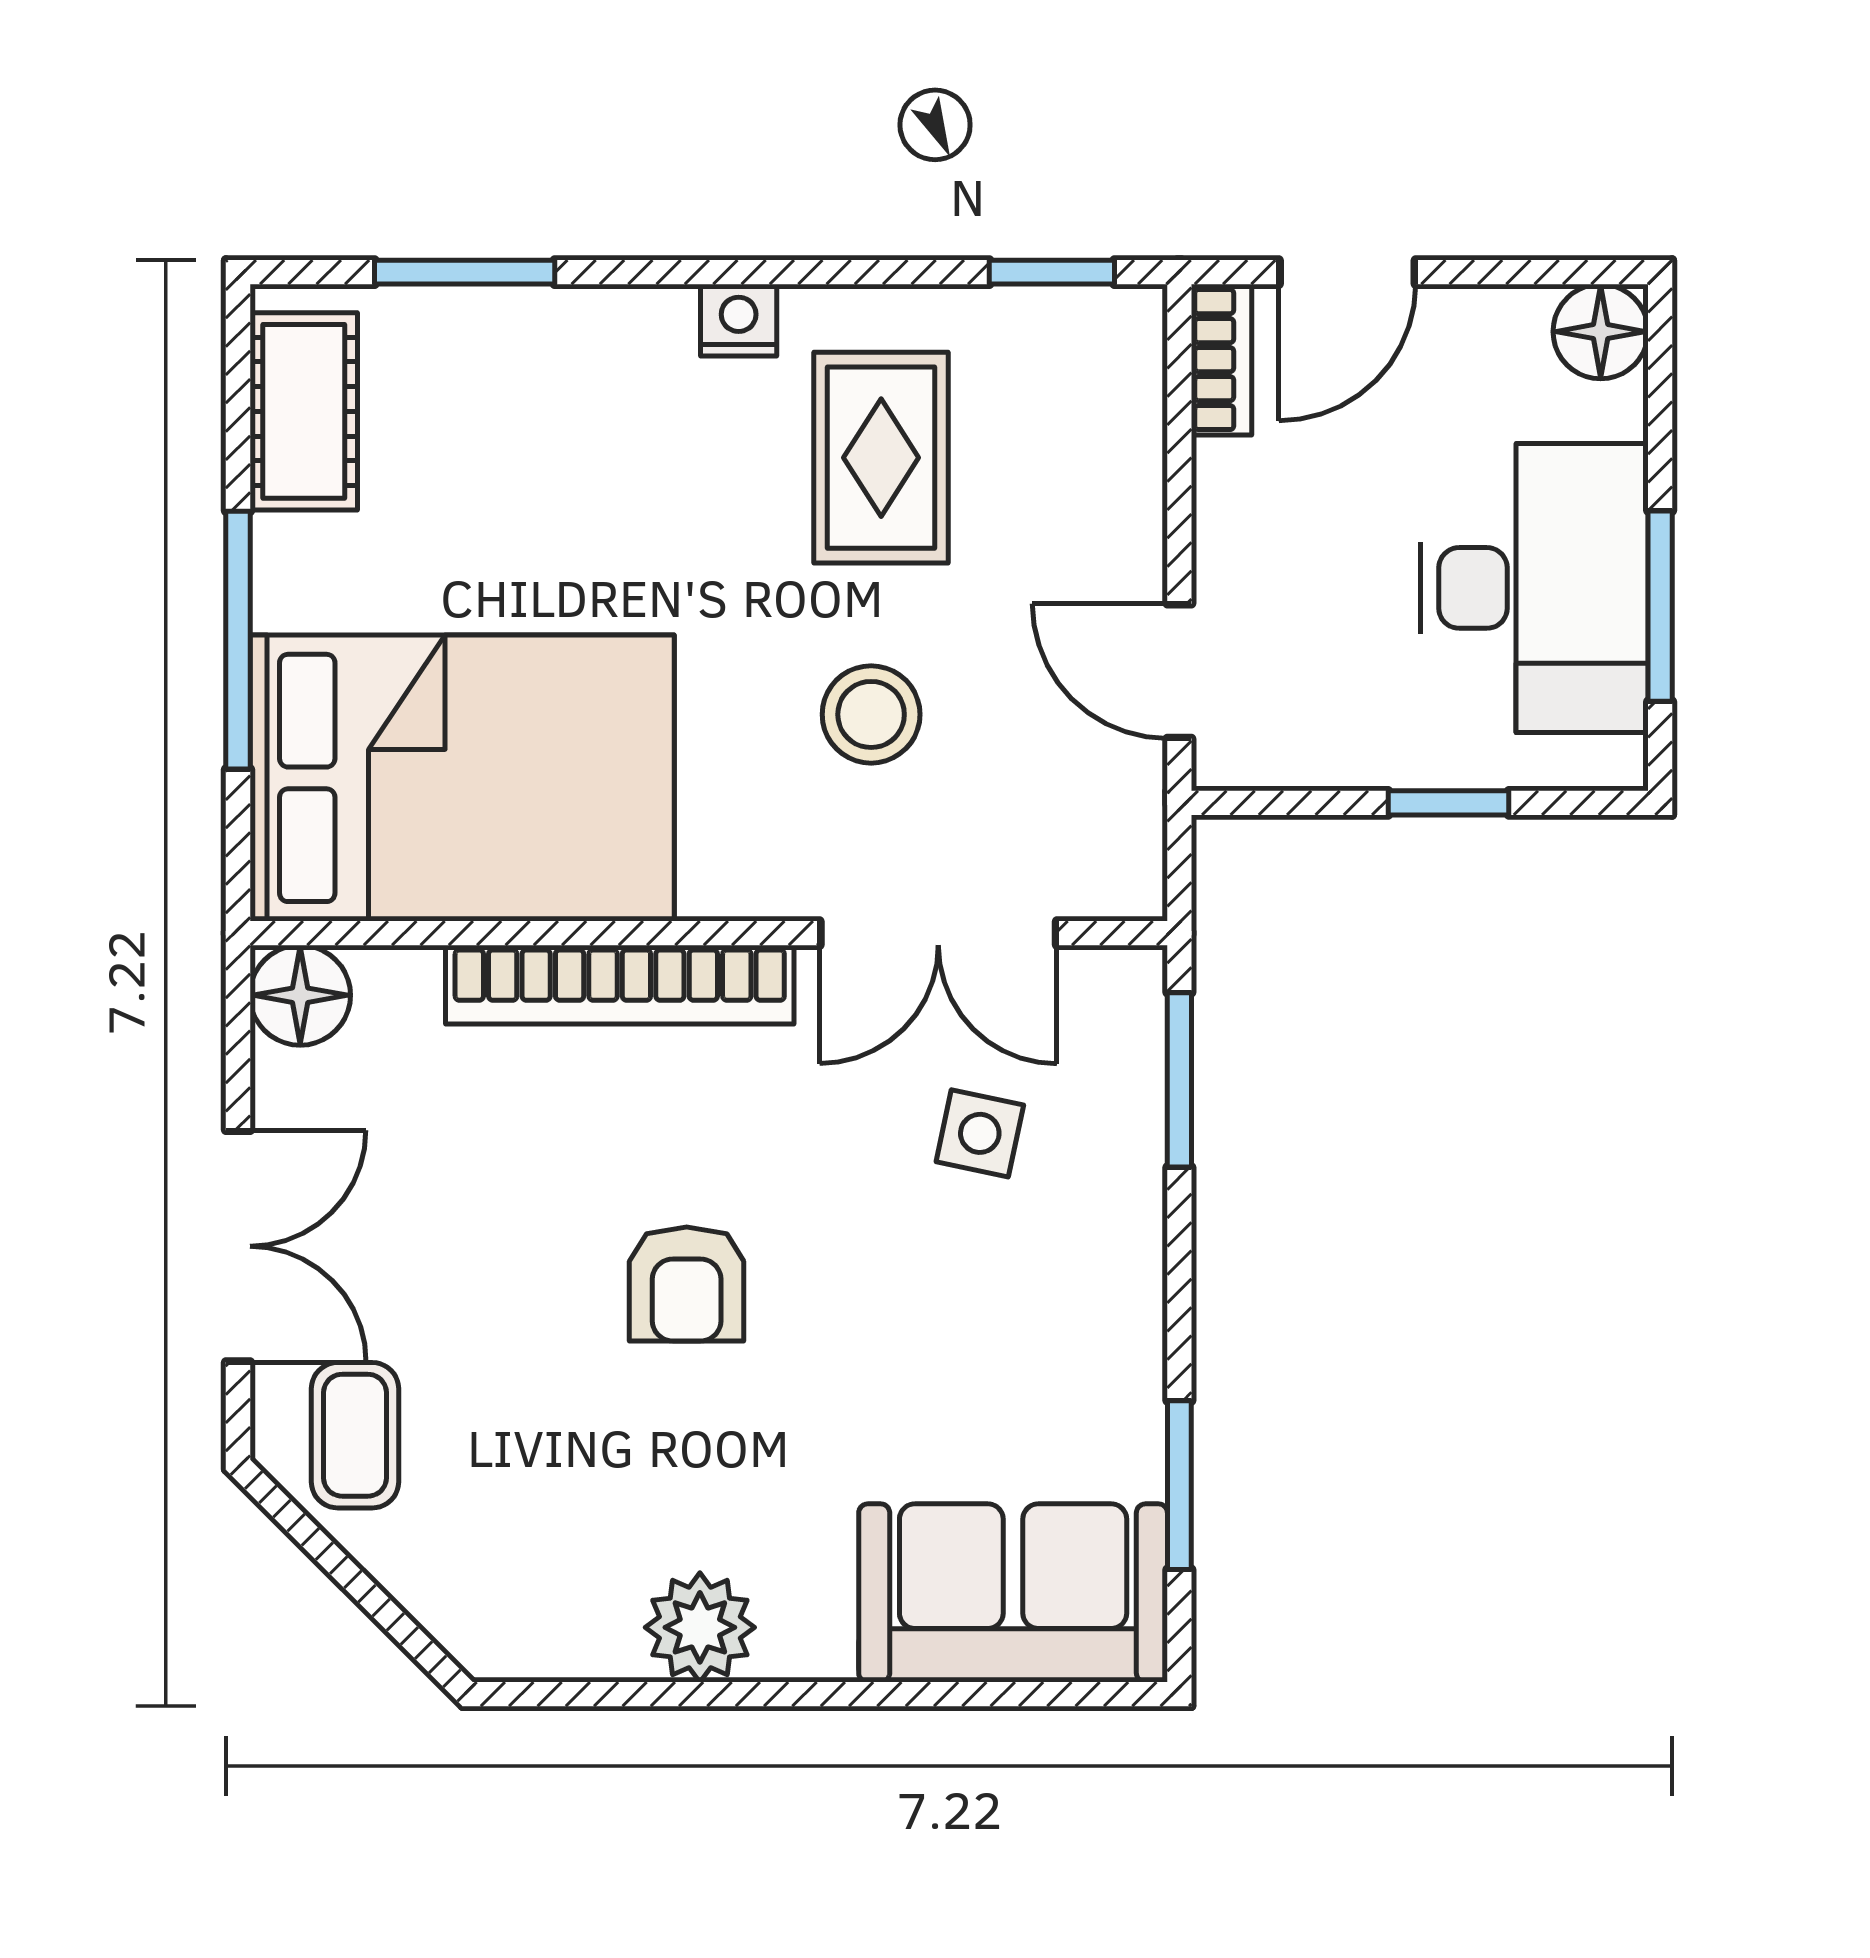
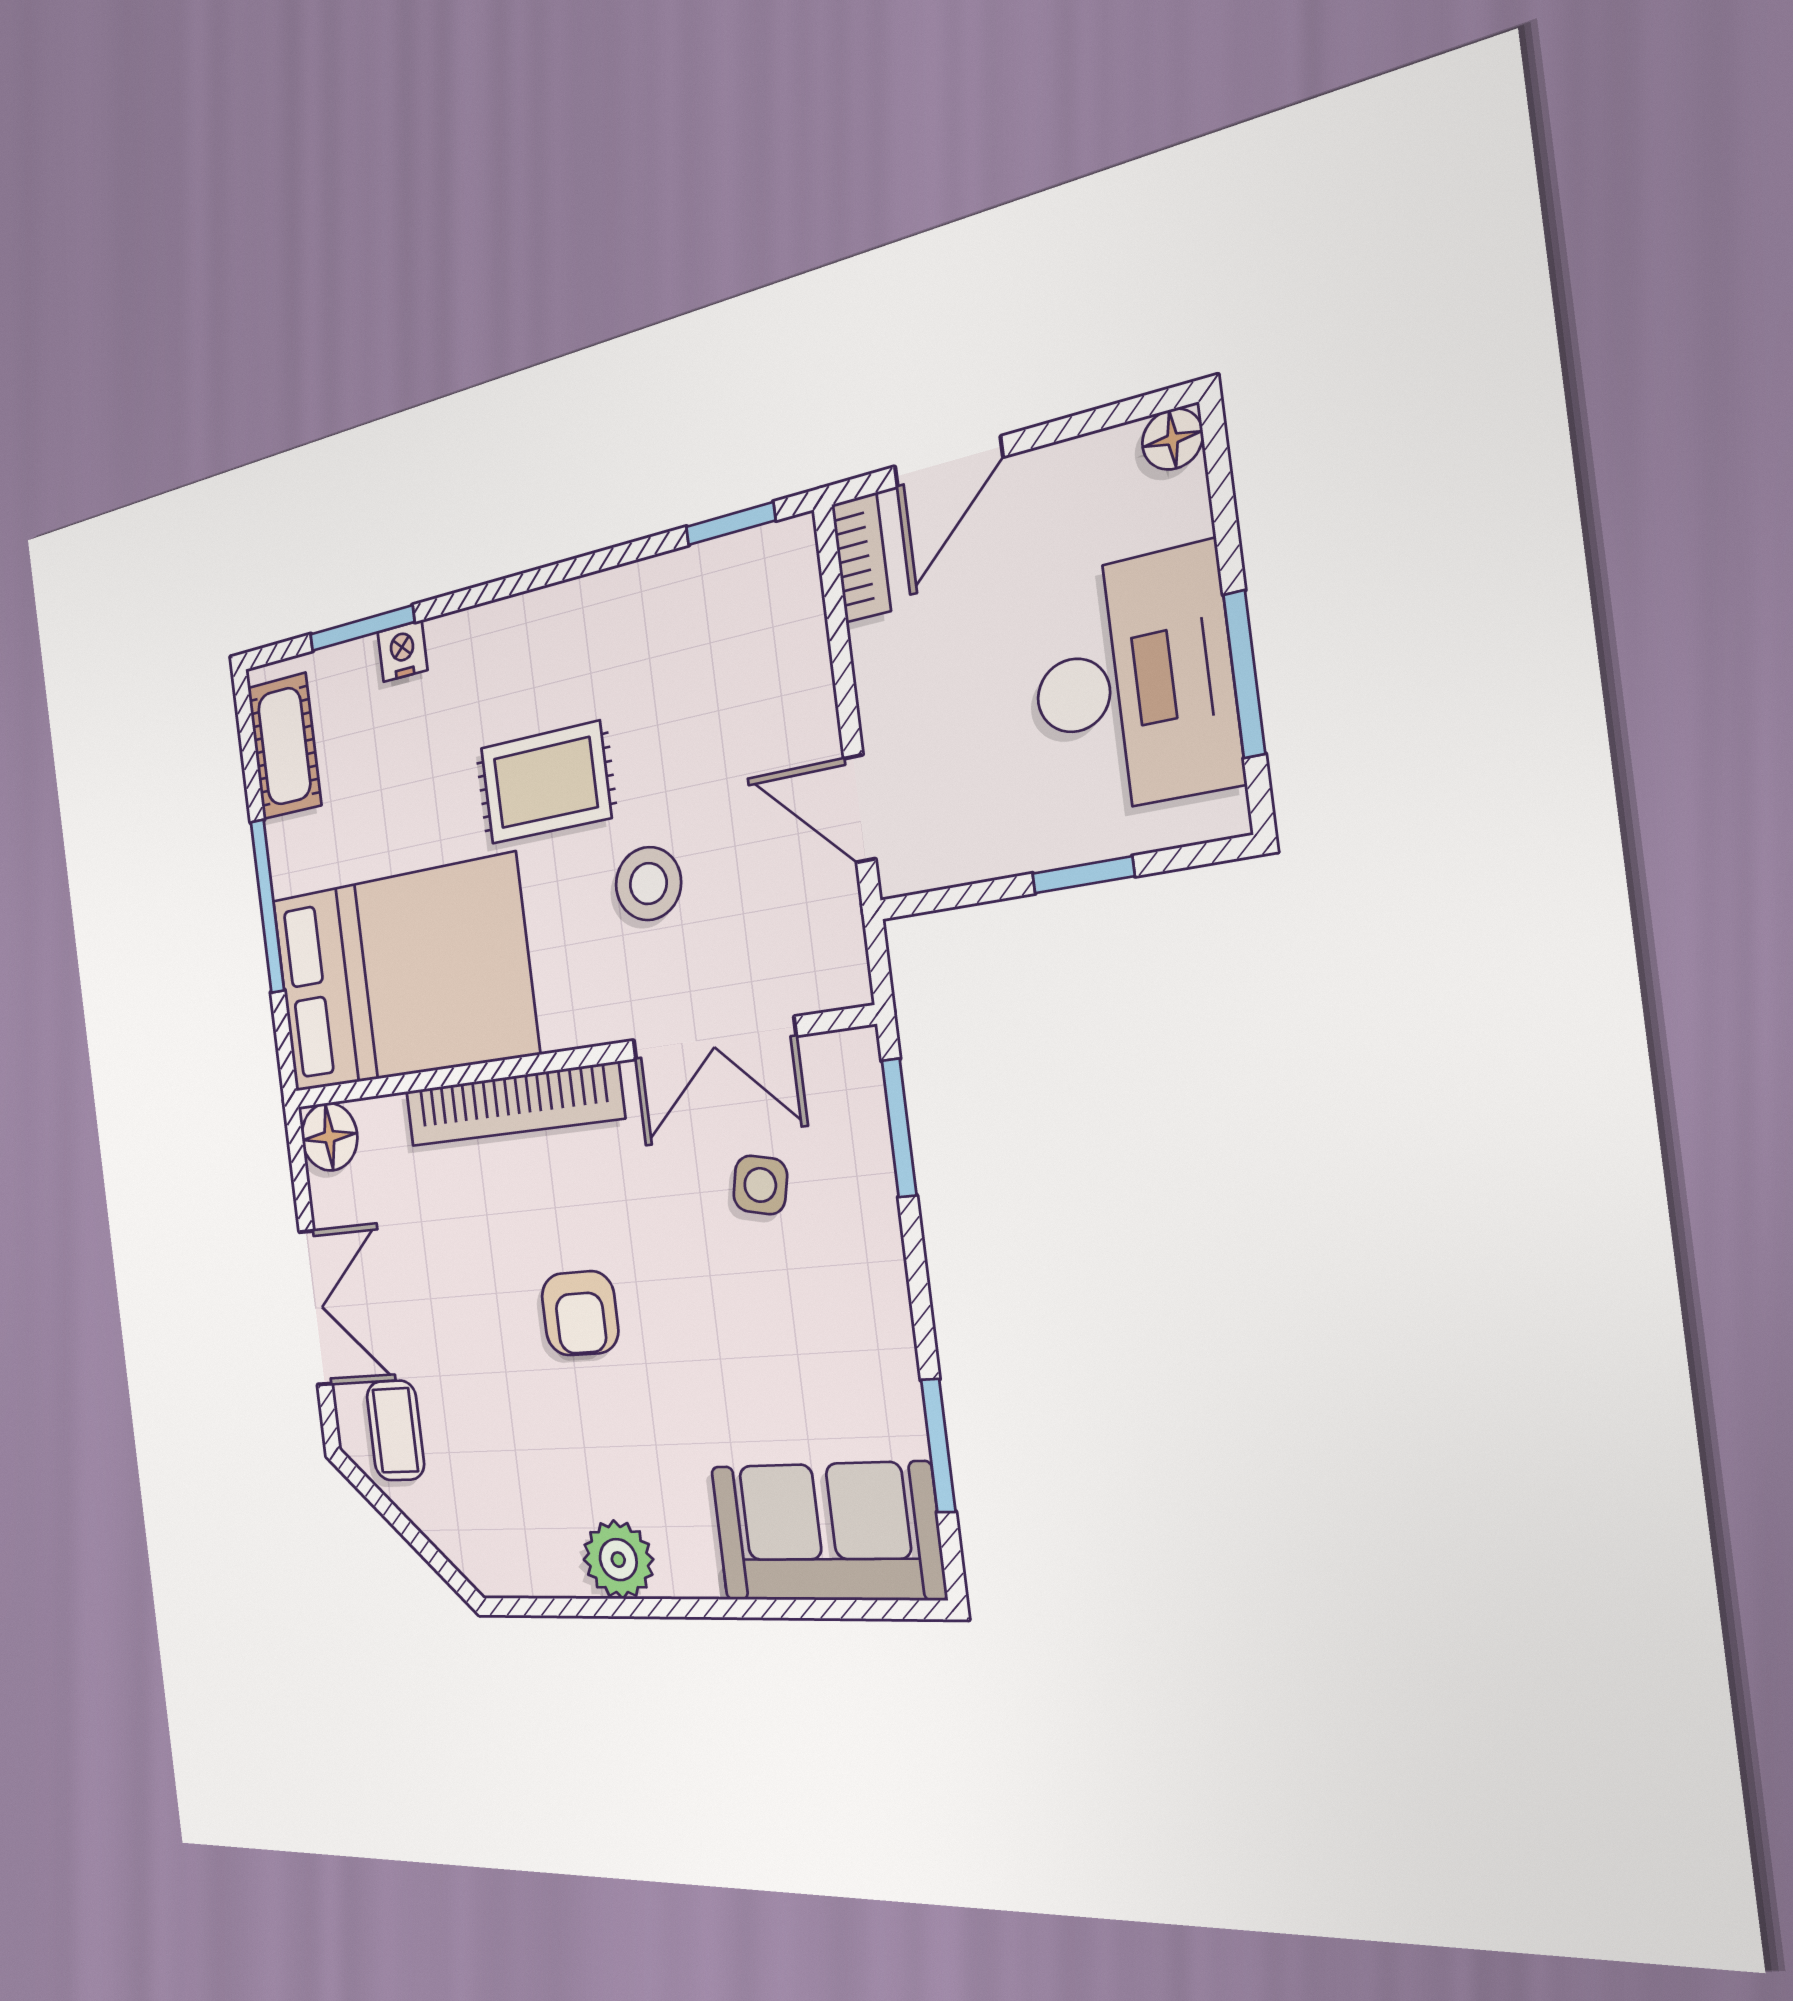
nightstand: (739, 320) -> (402, 651), moved
floor lamp: (1601, 332) -> (1173, 439), width x0.73, depth x0.73
rug: (881, 458) -> (545, 783), moved, turned 90

